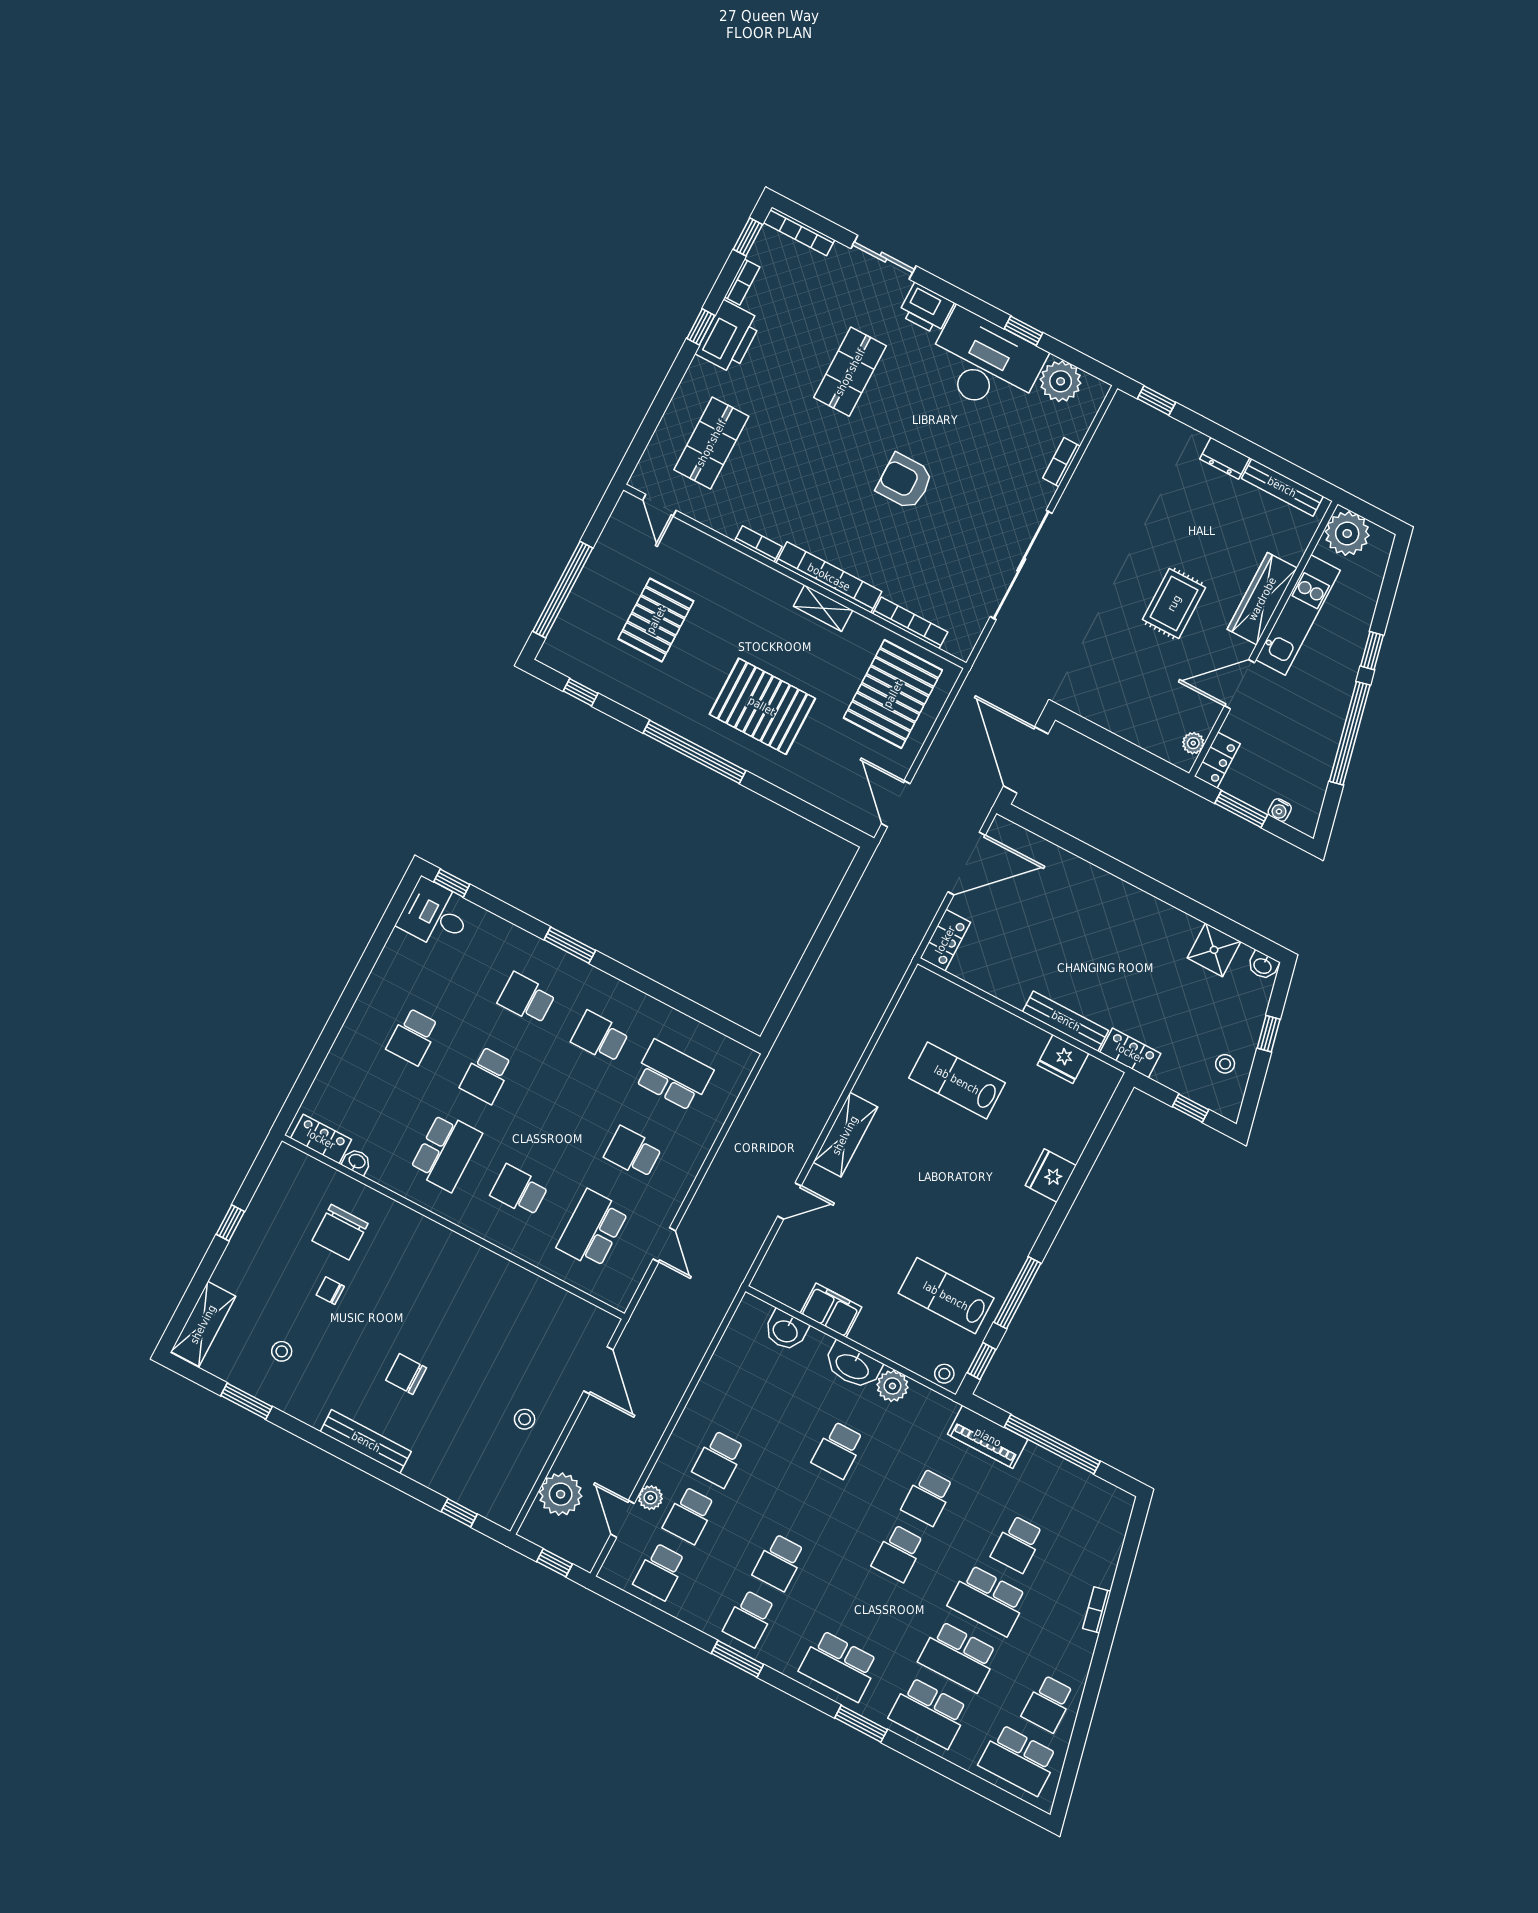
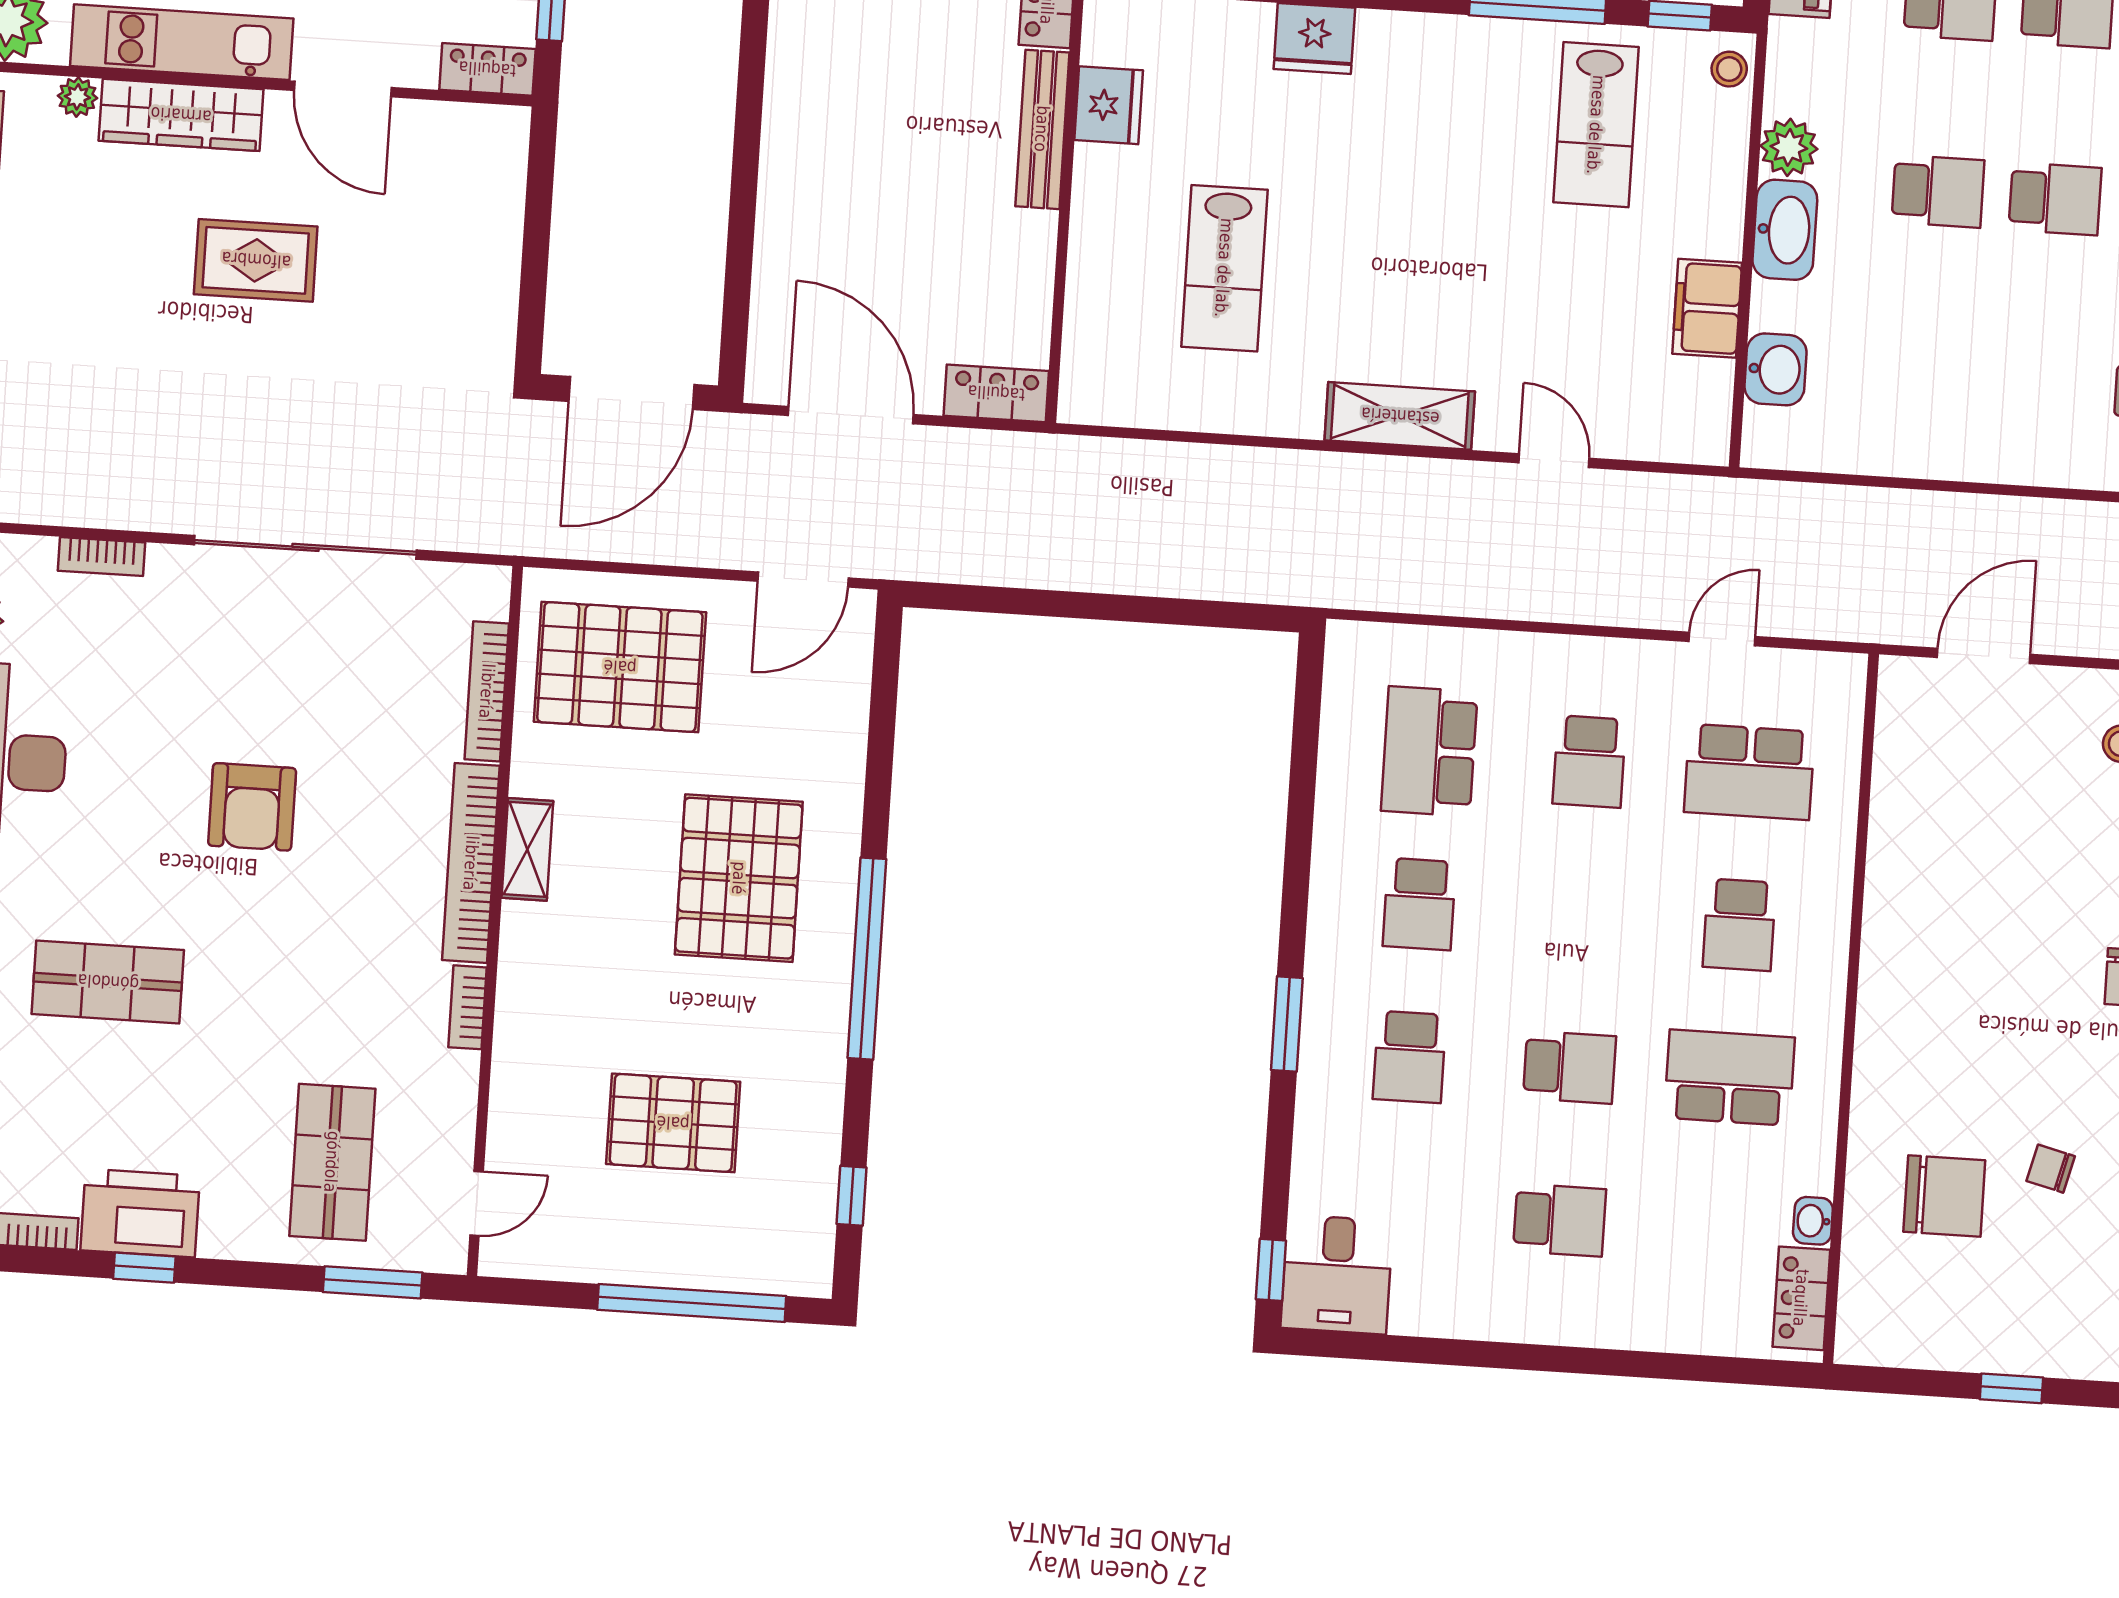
window: (643, 436) -> (373, 1282), added
shop shelf: (711, 443) -> (332, 1162), turned 90
plant: (1193, 743) -> (77, 97), moved
chair: (330, 1291) -> (2051, 1169), turned 104
school desk: (719, 1459) -> (2055, 199), moved

